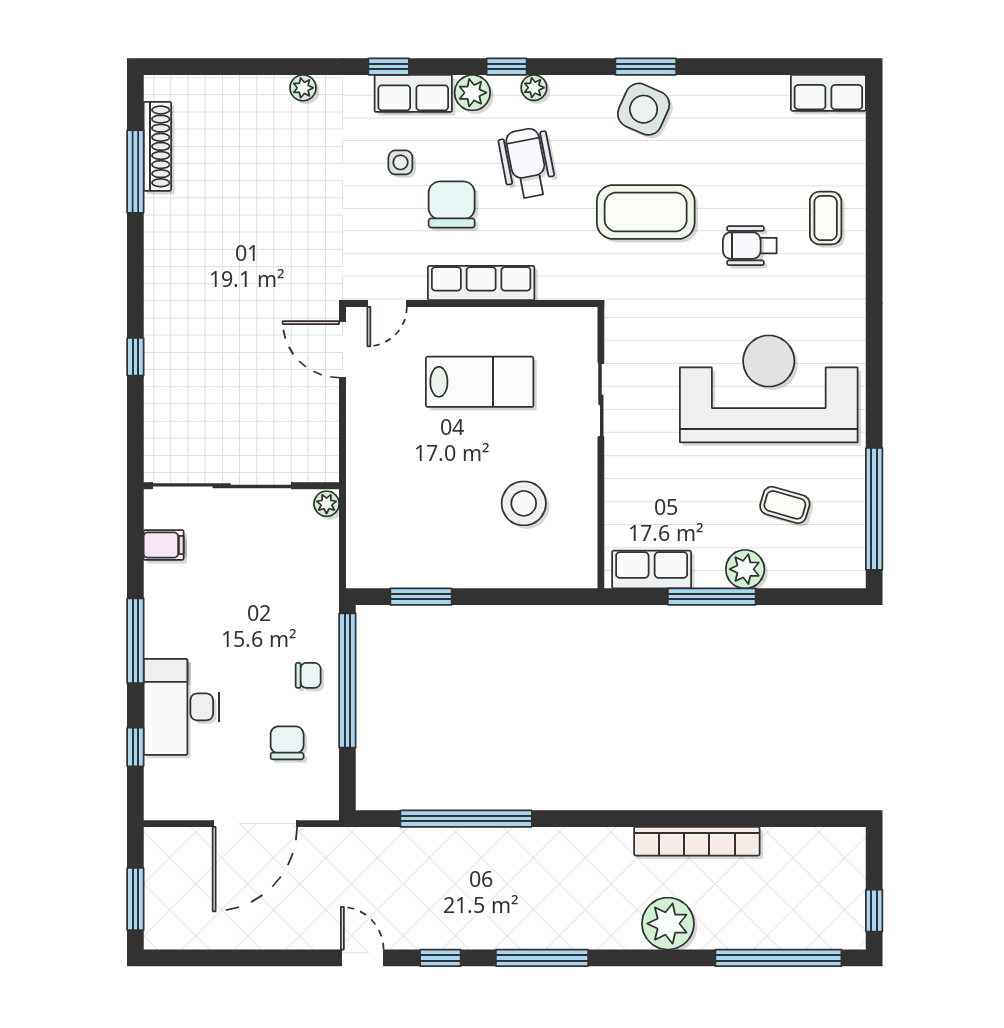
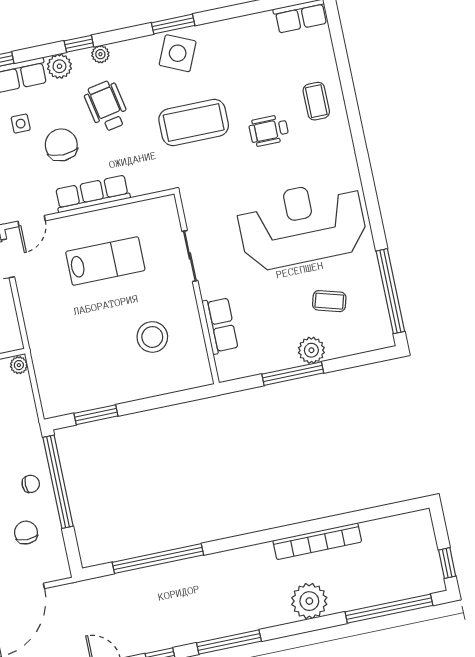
row of seats: (652, 570) -> (220, 325), moved, turned 90

